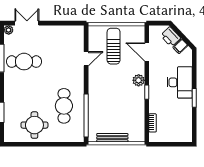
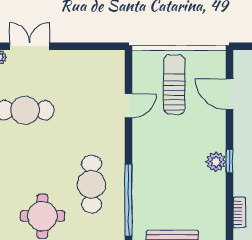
plant: (139, 80) -> (216, 162), moved

